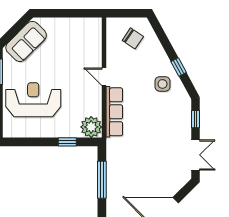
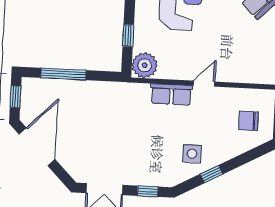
chair: (133, 38) -> (249, 121), turned 56
row of seats: (114, 112) -> (171, 94), width x0.68
window: (102, 180) -> (63, 74), moved

